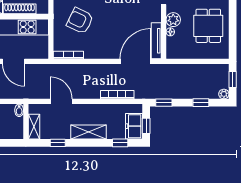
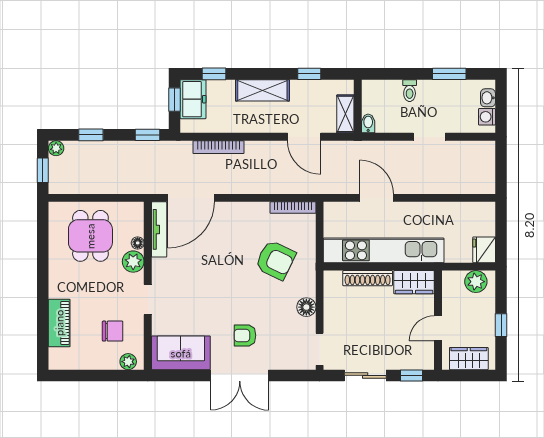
dining table: (208, 26) -> (90, 236), moved
shelving: (34, 127) -> (345, 114), moved

